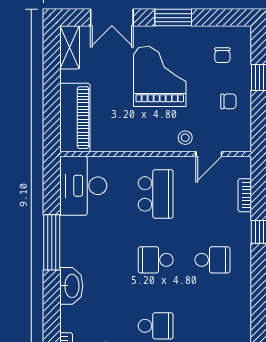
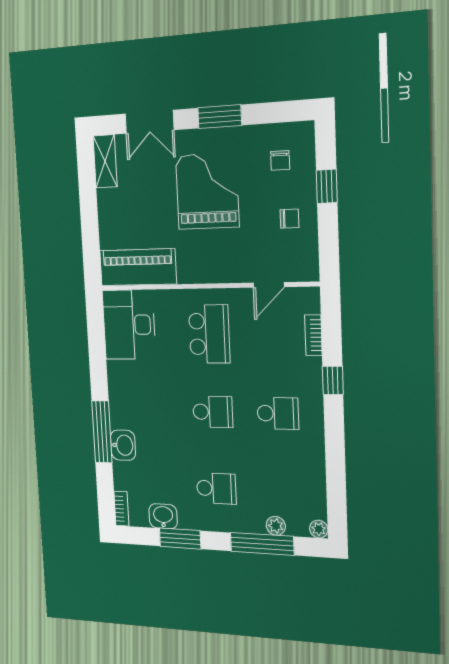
piano: (75, 118) -> (138, 267), moved, turned -90
stool: (185, 138) -> (240, 265), removed
window: (52, 242) -> (102, 432), moved
school desk: (156, 260) -> (213, 412), turned 180
washbasin: (71, 286) -> (123, 445), width x0.72

